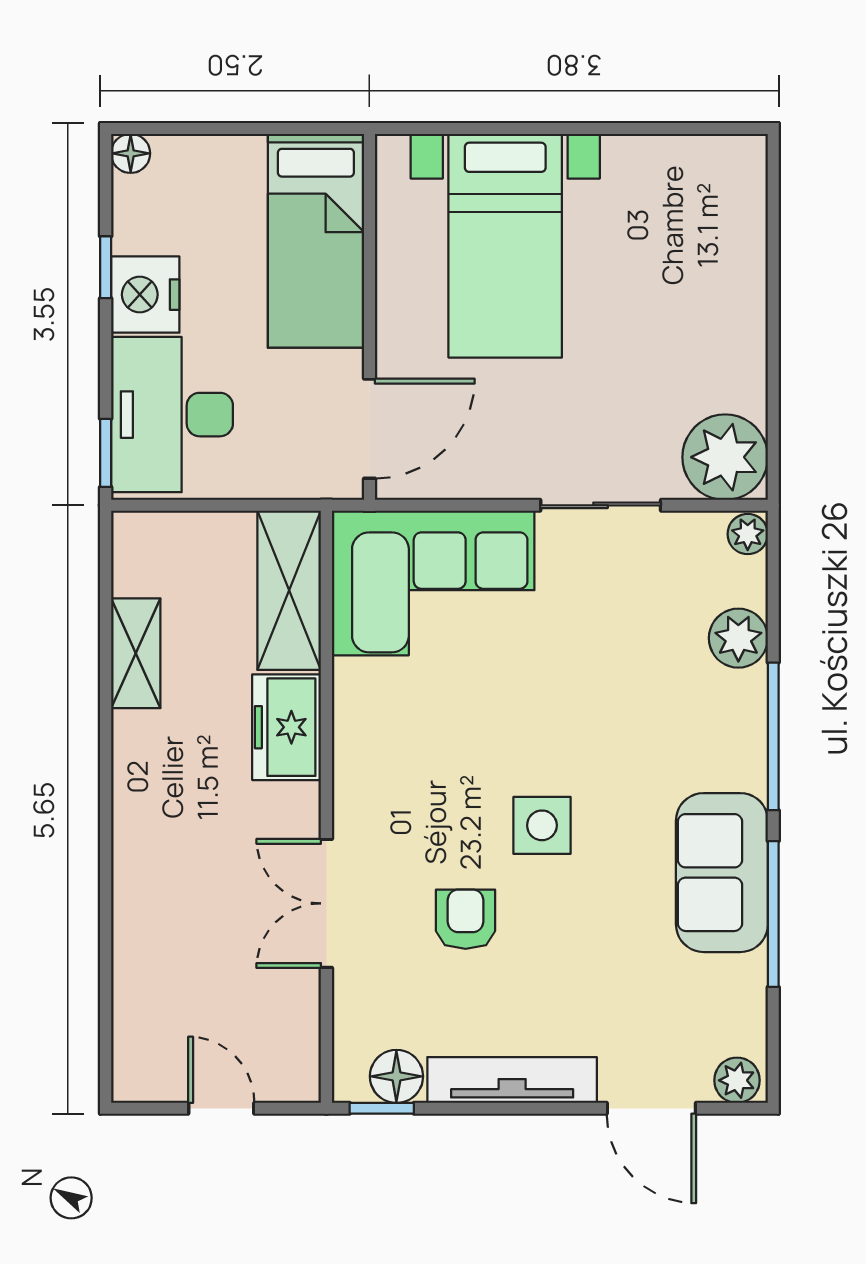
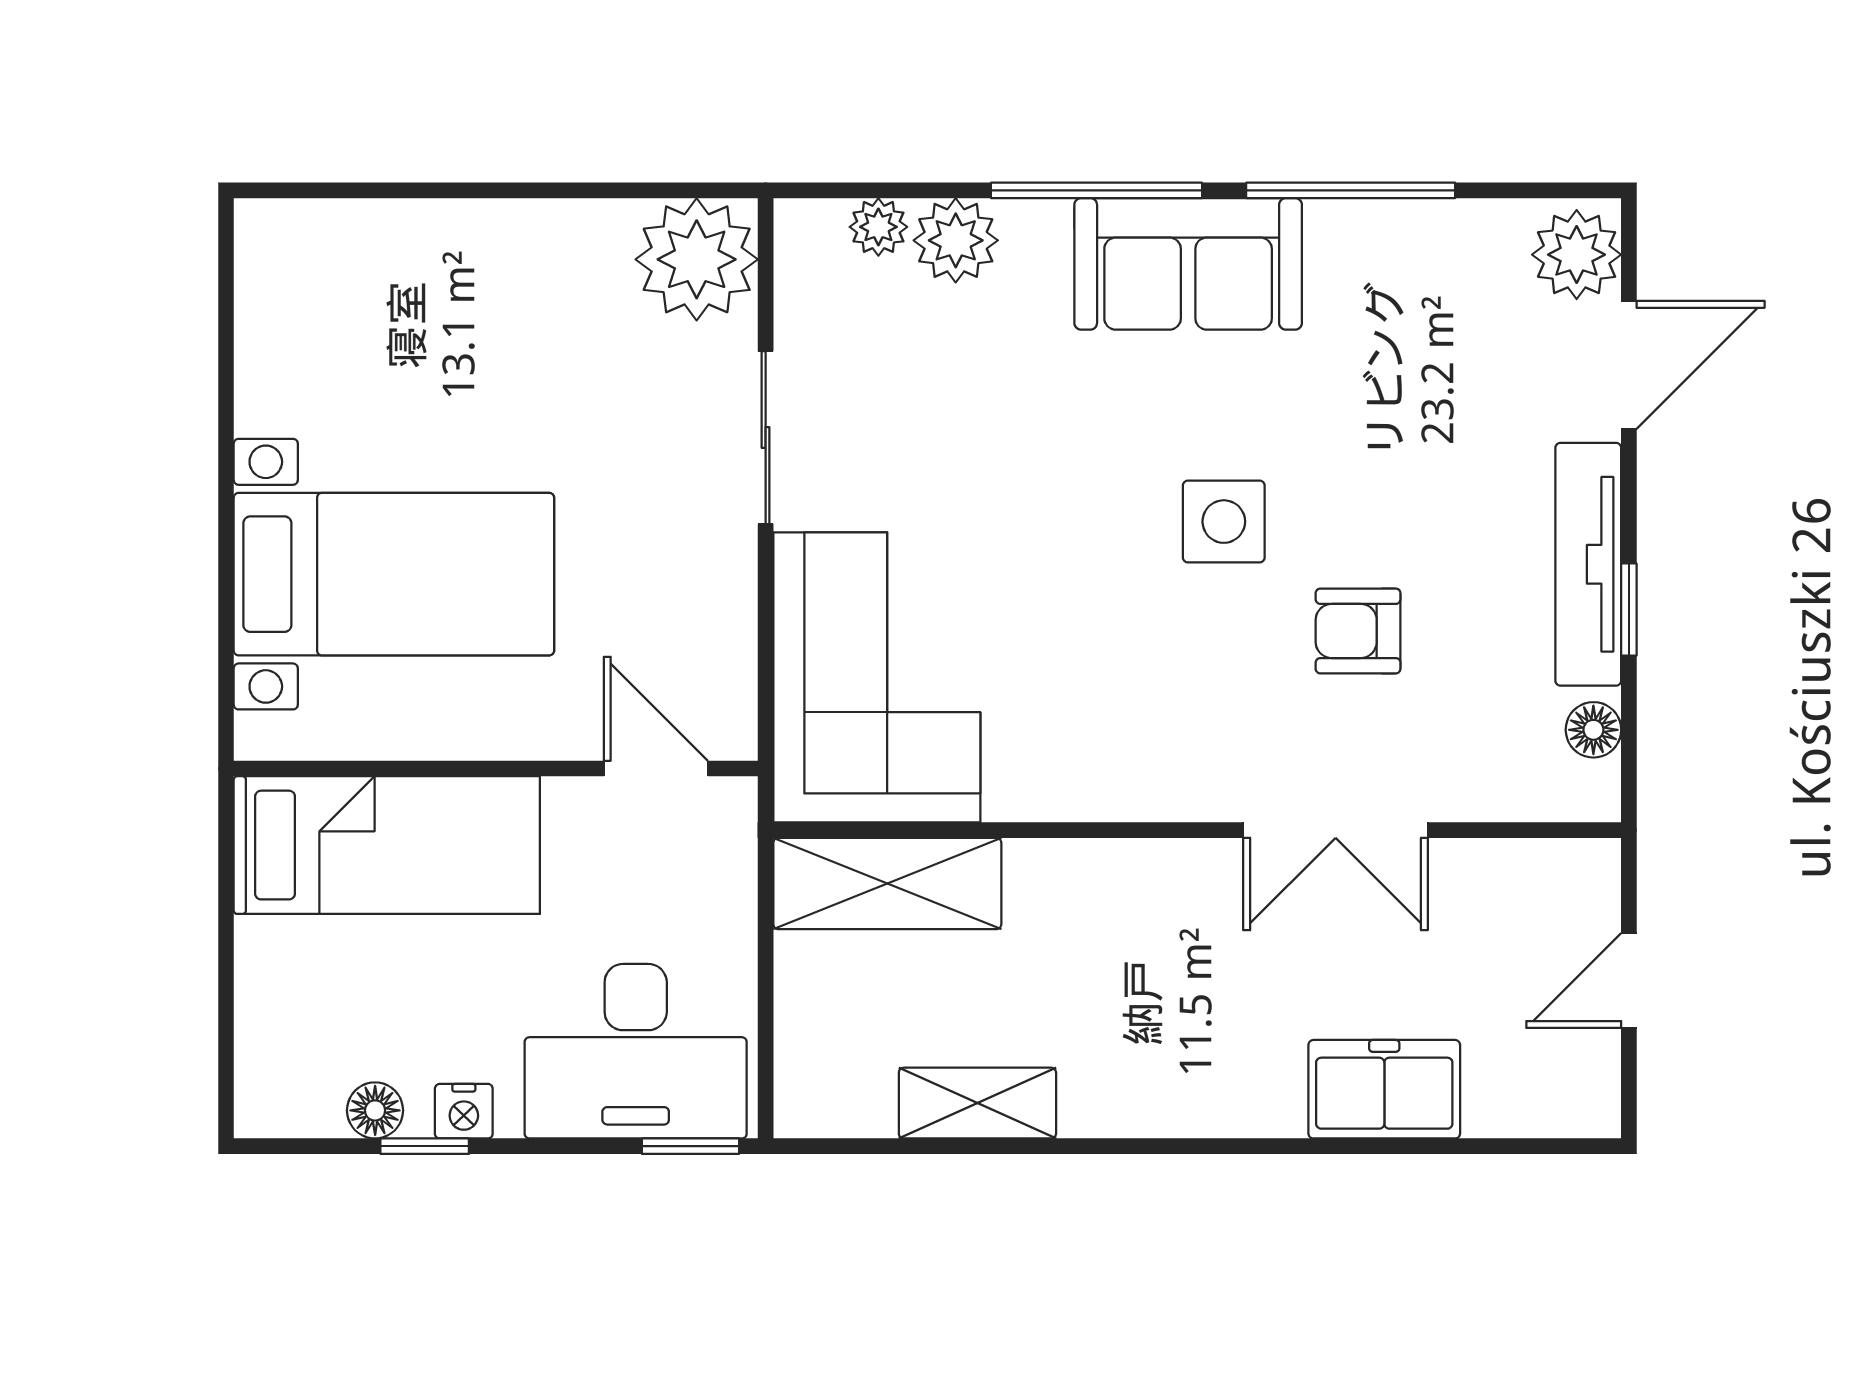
floor lamp: (131, 153) -> (375, 1110), moved
nightstand: (145, 295) -> (464, 1111), width x0.53, depth x0.56
door: (369, 429) -> (656, 768), width x0.73
plant: (748, 534) -> (878, 227), moved
freezer: (287, 727) -> (1384, 1089), moved, turned 180
sofa: (722, 873) -> (1188, 264), moved
floor lamp: (396, 1076) -> (1593, 730), width x0.73, depth x0.73
plant: (737, 1080) -> (1577, 255), width x1.38, depth x1.38
window: (382, 1108) -> (1629, 610), moved

